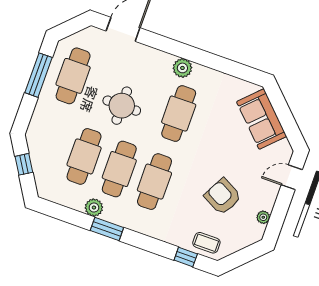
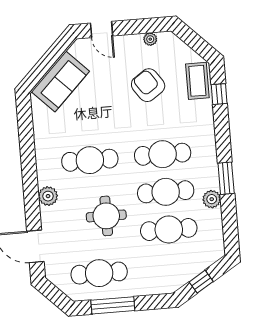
plant: (182, 68) -> (48, 196), moved
armchair: (223, 197) -> (148, 85), turned 117
coffee table: (206, 243) -> (197, 81), width x1.36, depth x1.30

